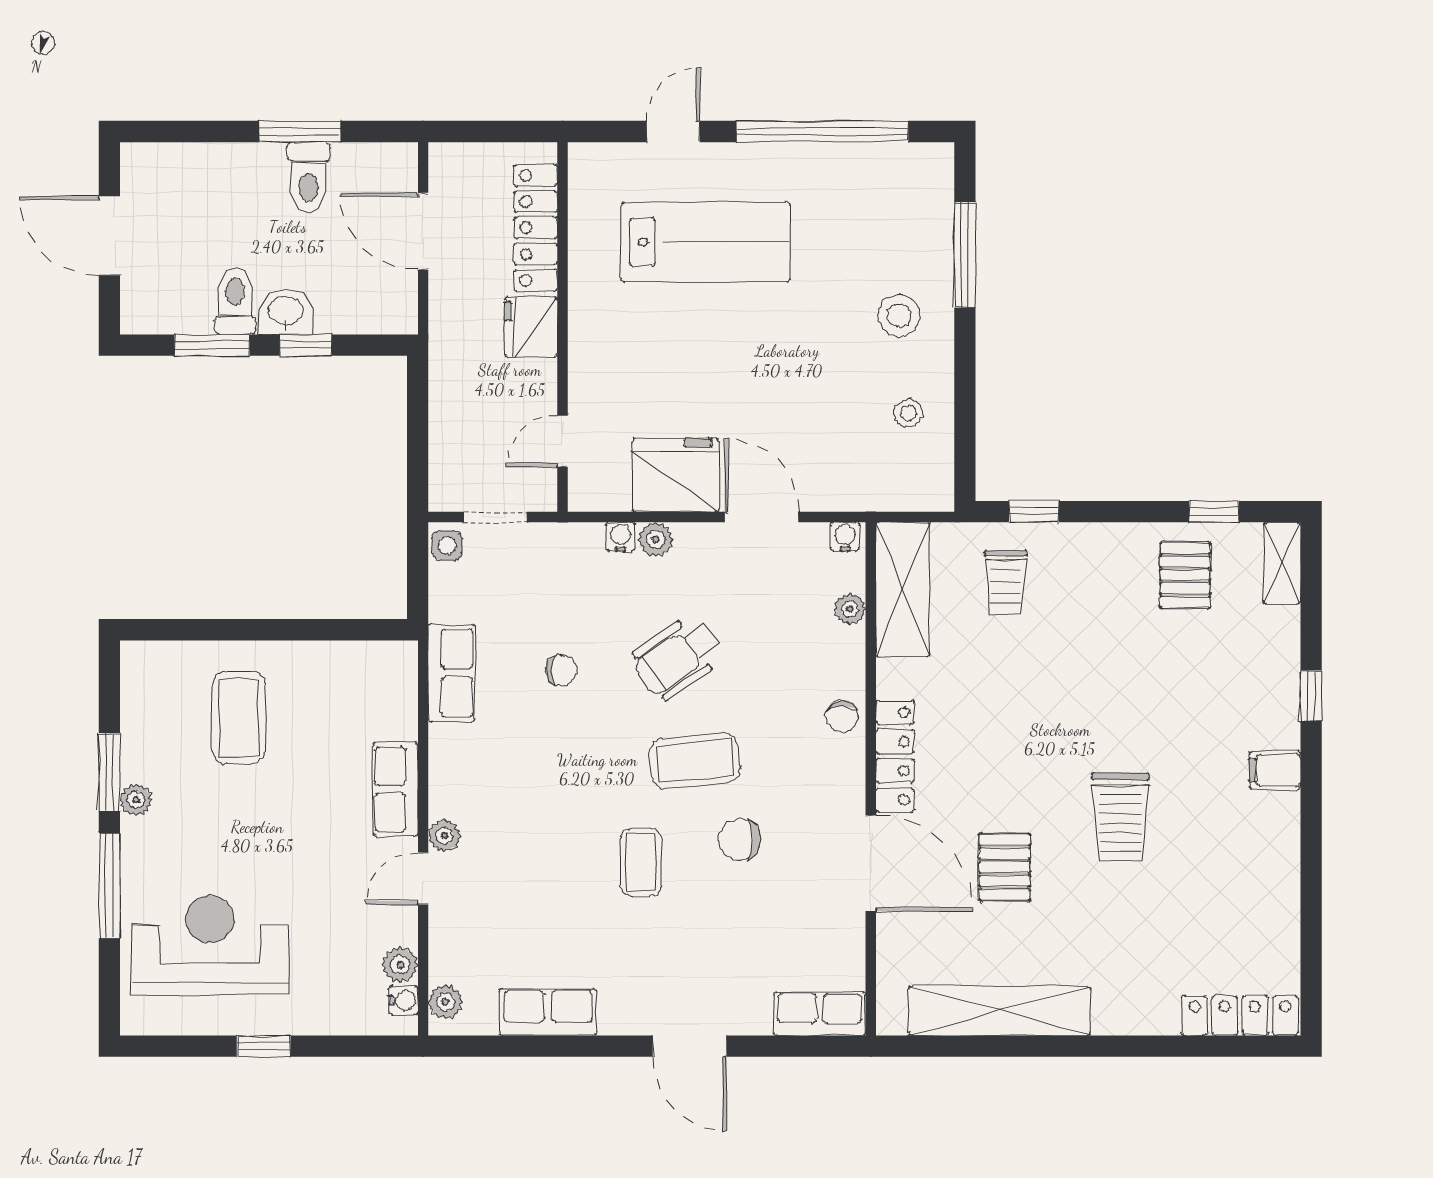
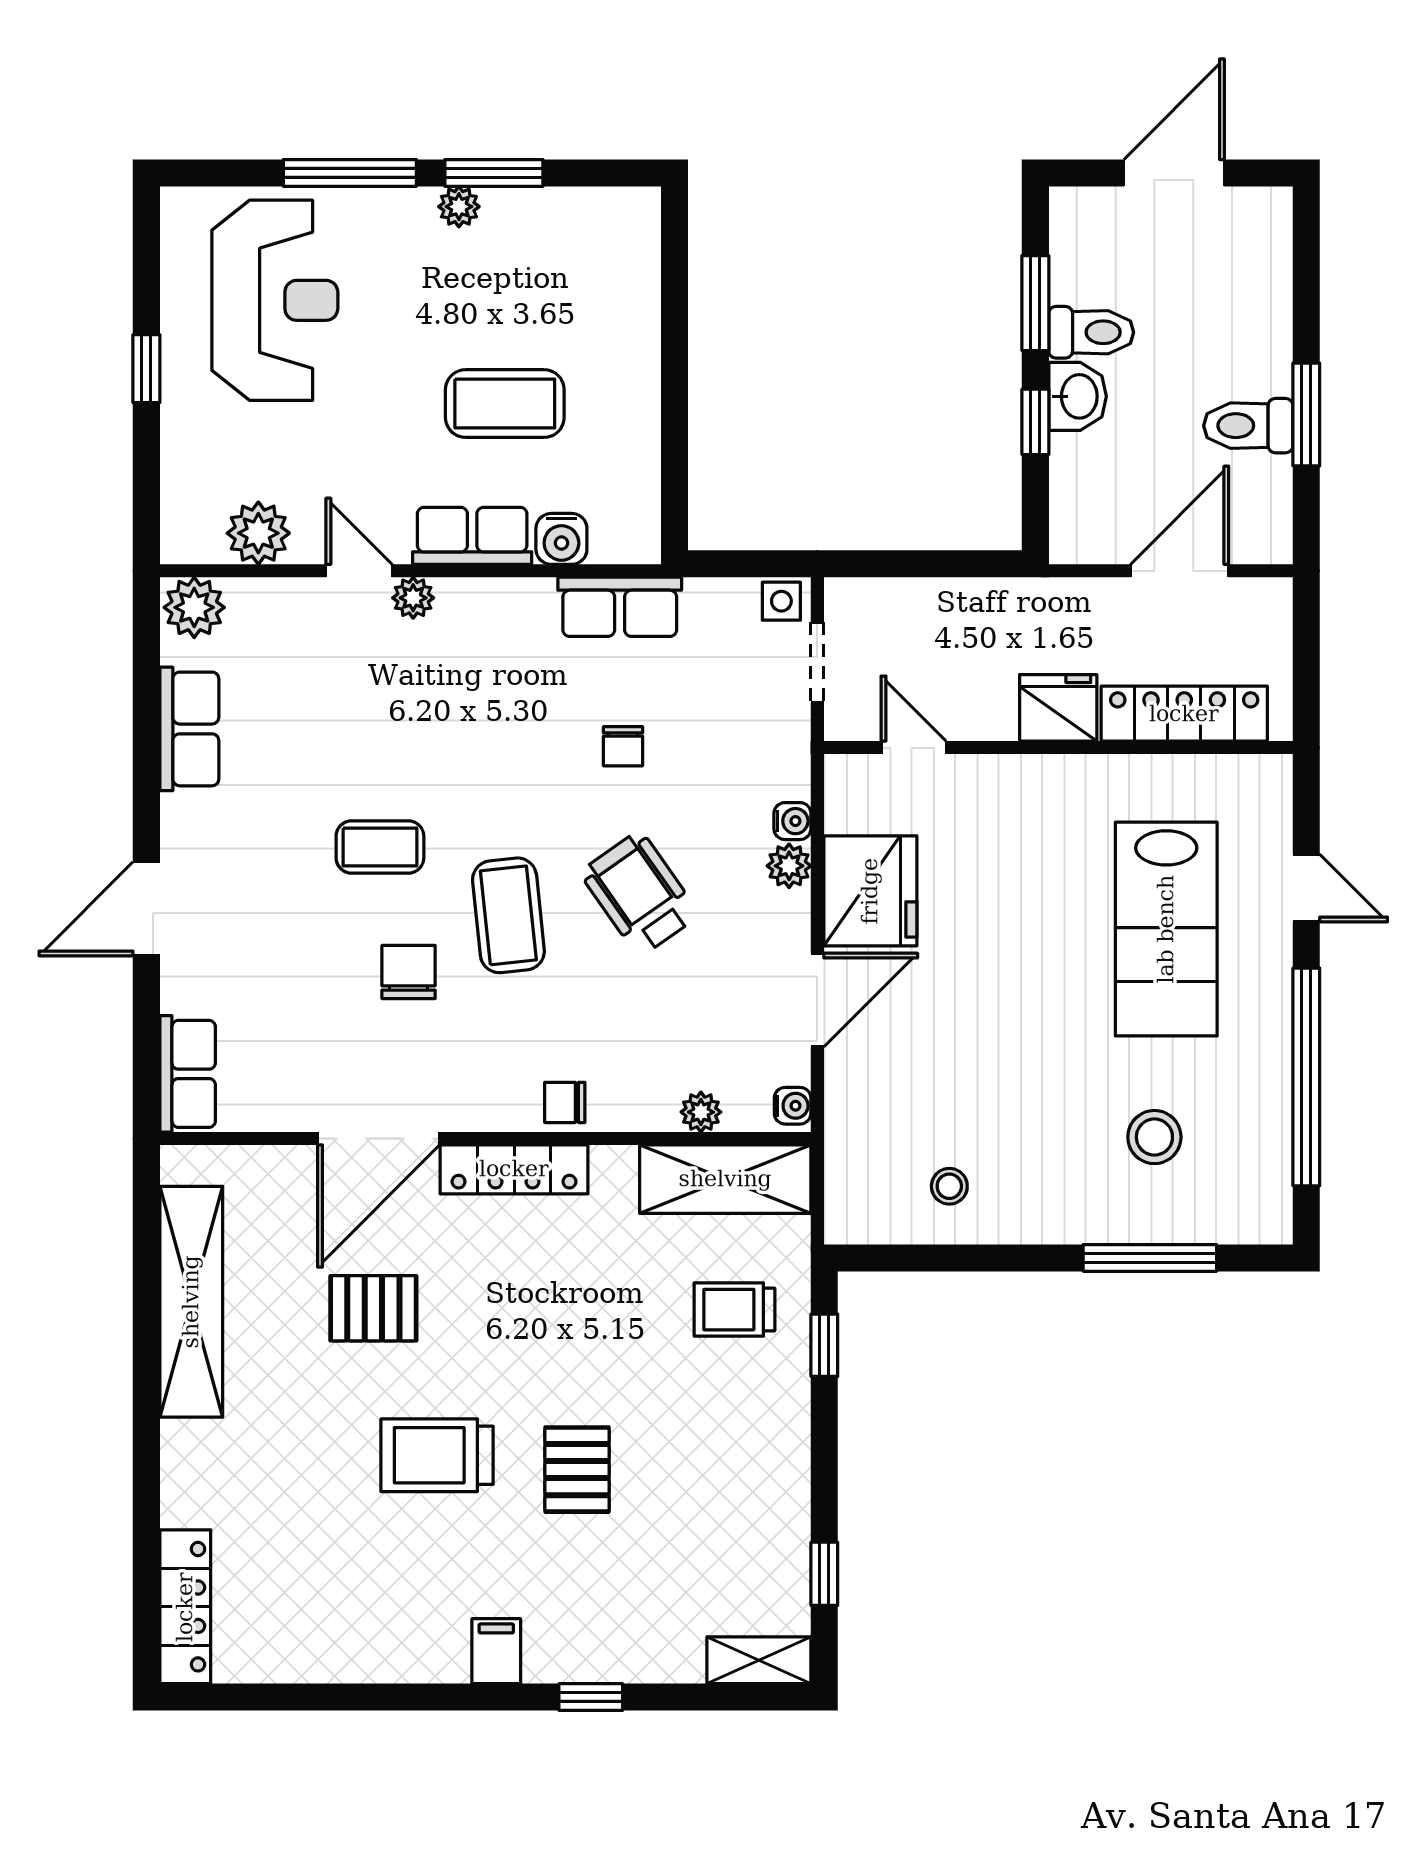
stool: (899, 315) -> (1154, 1137), moved
pallet: (1185, 575) -> (577, 1470), moved, turned 90
coffee table: (239, 717) -> (505, 404), moved
plant: (400, 965) -> (258, 533), width x1.38, depth x1.38
water cooler: (403, 1000) -> (561, 539), moved, width x1.38, depth x1.38
plant: (445, 1002) -> (194, 607), width x1.38, depth x1.38

